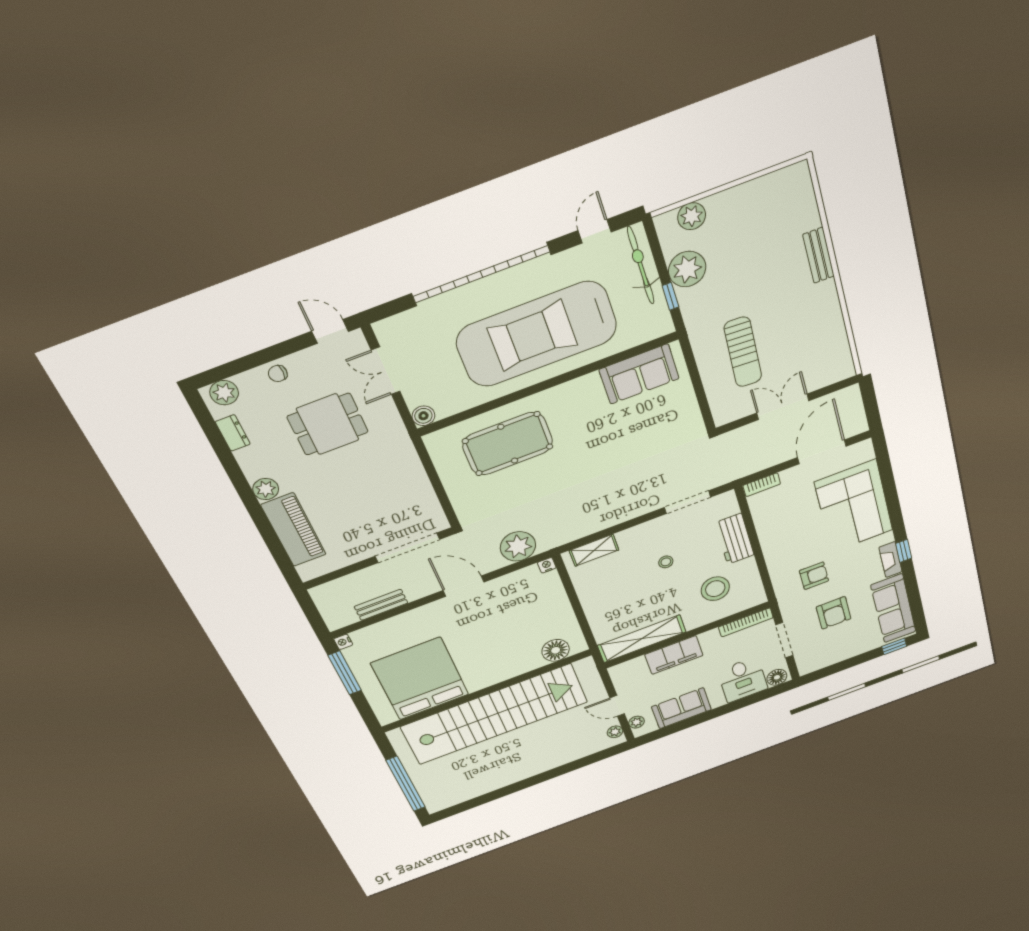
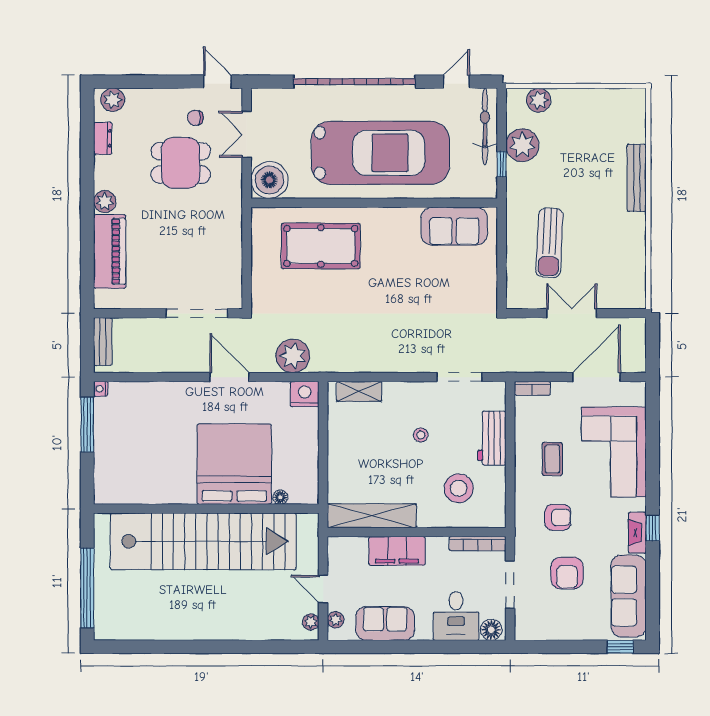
bench: (819, 255) -> (637, 178), width x1.36
car: (537, 334) -> (380, 153), turned 180
chair: (278, 374) -> (195, 118), moved
boiler: (423, 416) -> (269, 180), width x1.86, depth x1.86
coffee table: (797, 534) -> (552, 459), added
nightstand: (547, 565) -> (305, 394), width x1.89, depth x1.79
bench: (381, 605) -> (103, 342), moved, turned 90
floor lamp: (556, 650) -> (280, 497), width x0.53, depth x0.53
bed: (420, 679) -> (234, 464), moved

